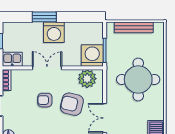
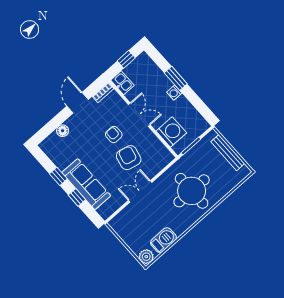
washing machine: (54, 32) -> (174, 93), width x0.53, depth x0.53
washing machine: (92, 56) -> (171, 132), moved
plant: (87, 79) -> (158, 152), removed

